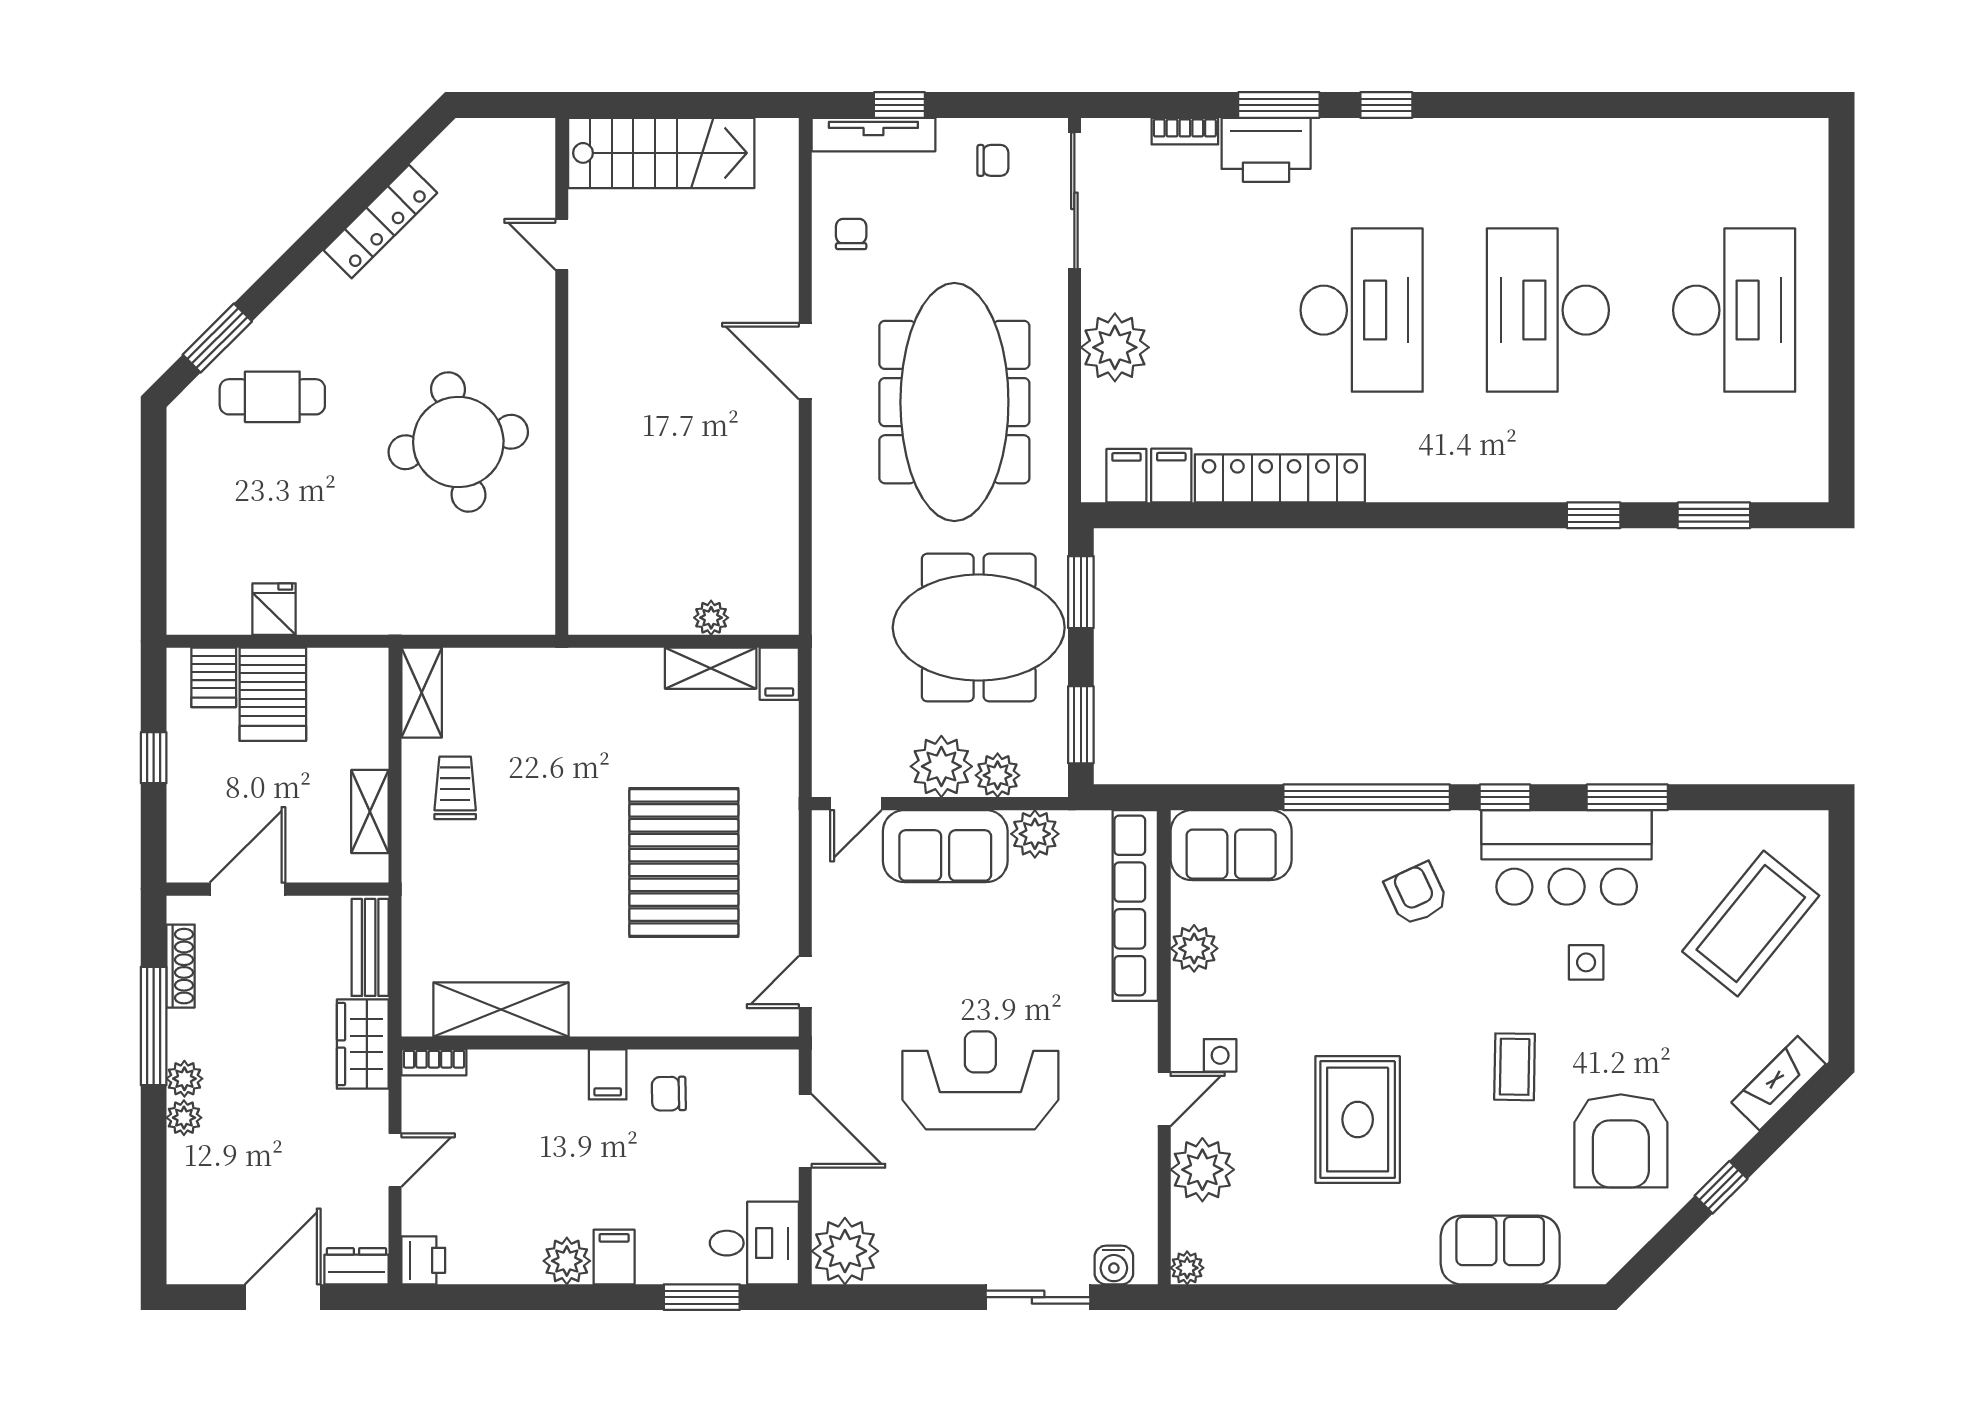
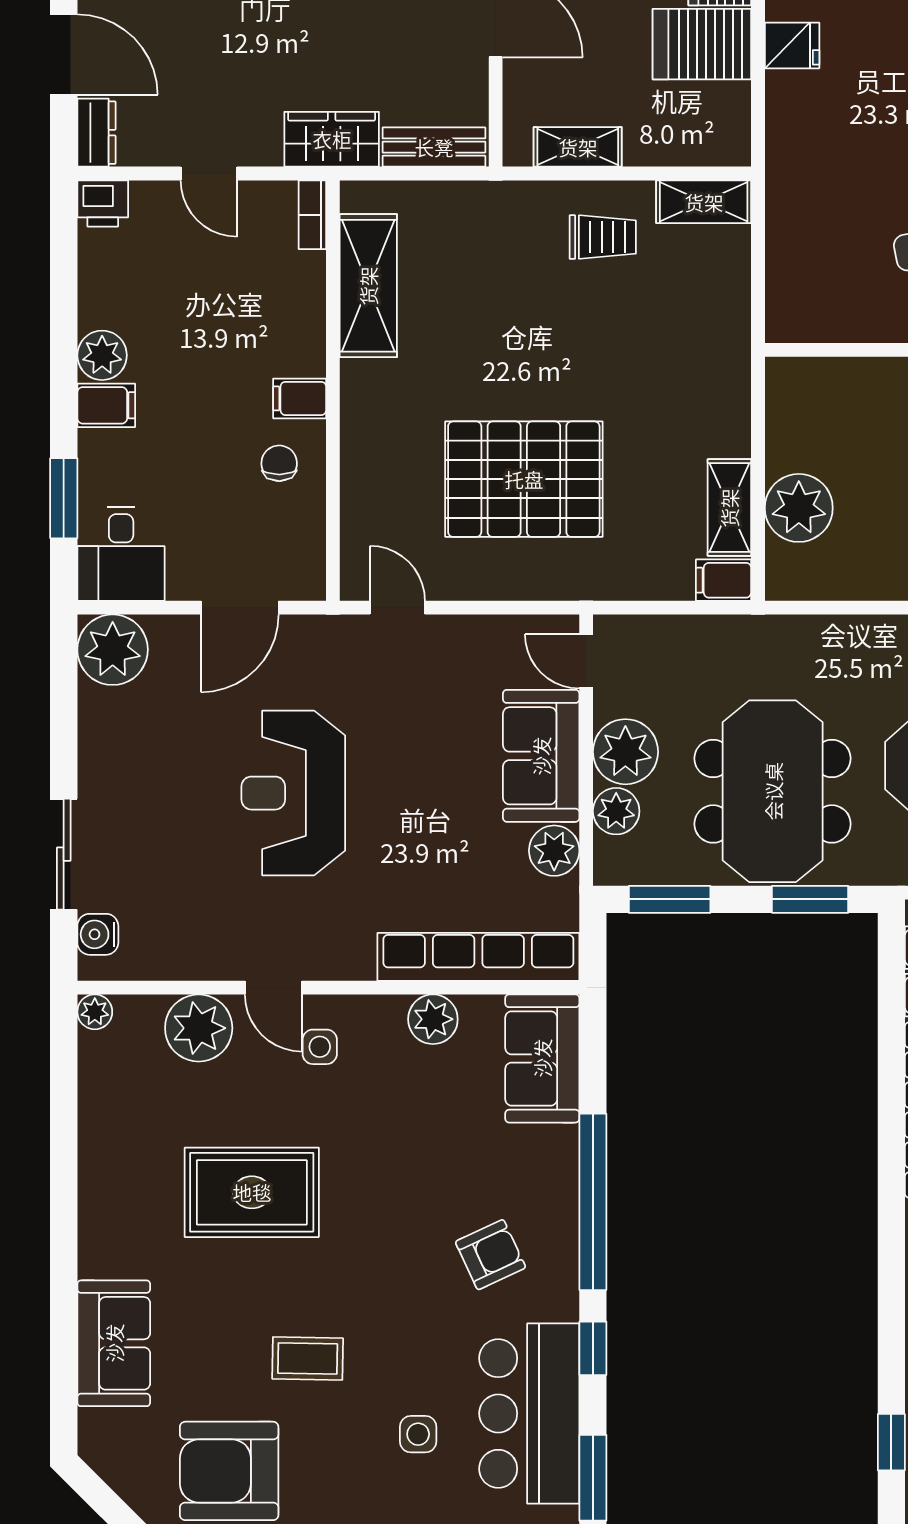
plant: (711, 618) -> (799, 508), width x1.87, depth x1.87
reception desk: (980, 1080) -> (293, 793), turned 180

